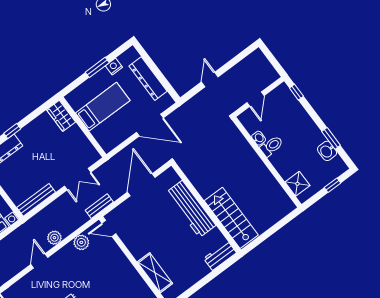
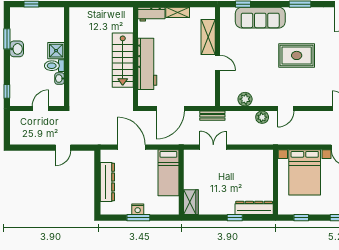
nightstand: (114, 67) -> (138, 209), moved
bed: (103, 107) -> (168, 173), moved, turned -90
washbasin: (327, 151) -> (17, 49), moved
shower: (297, 184) -> (56, 51), moved
bench: (36, 200) -> (255, 155), removed
stairs: (231, 218) -> (123, 60), moved
door: (109, 228) -> (217, 63), moved
shelving: (198, 274) -> (178, 12), added

